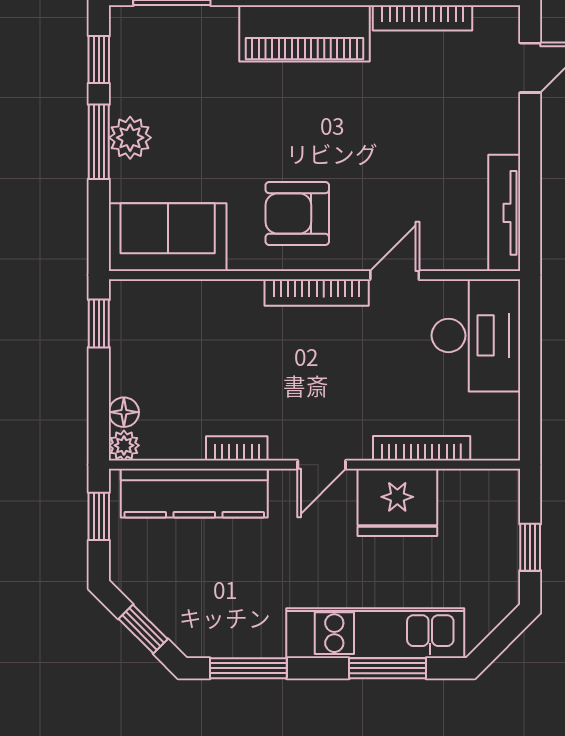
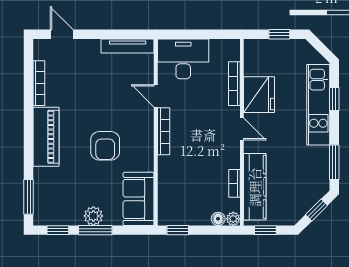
armchair: (297, 213) -> (105, 146), moved
bookcase: (237, 448) -> (234, 183), moved
window: (388, 668) -> (334, 99), width x0.67

